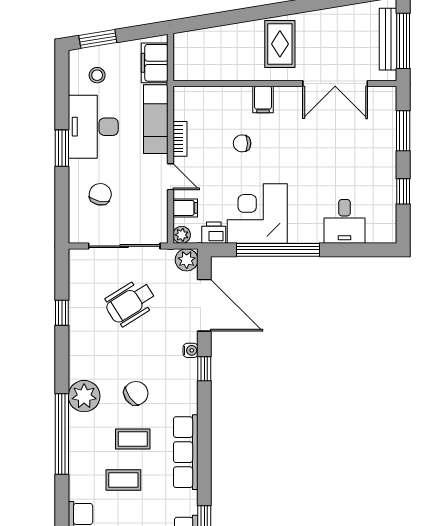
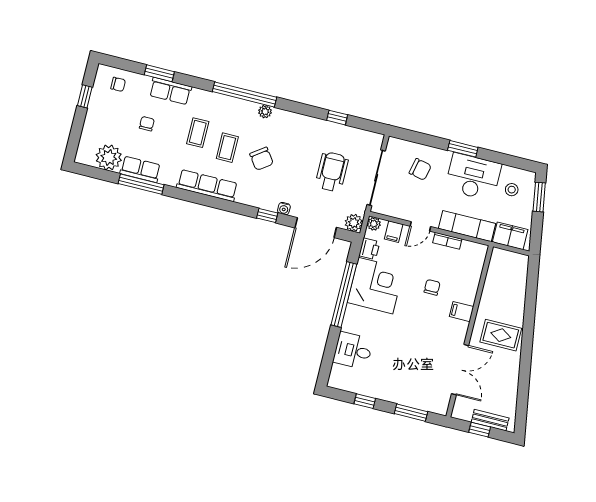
bench: (388, 39) -> (490, 420), width x0.73
window: (403, 41) -> (480, 430), width x0.46
double door: (335, 84) -> (460, 370), swing flipped
wheelchair: (130, 303) -> (332, 172), turned 32
plant: (84, 396) -> (265, 112), width x0.53, depth x0.53

